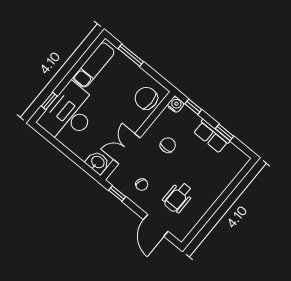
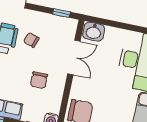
chair: (142, 185) -> (31, 40), moved

